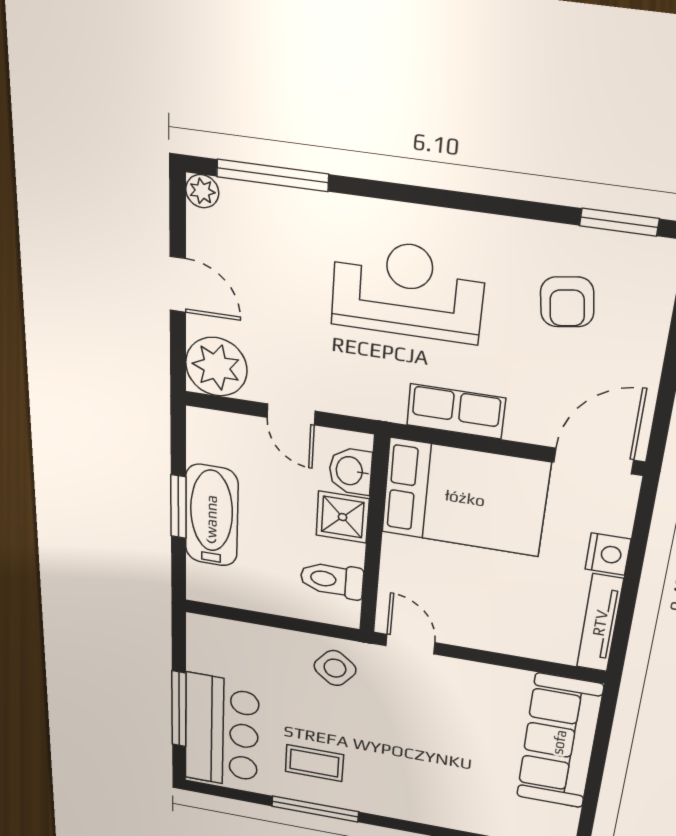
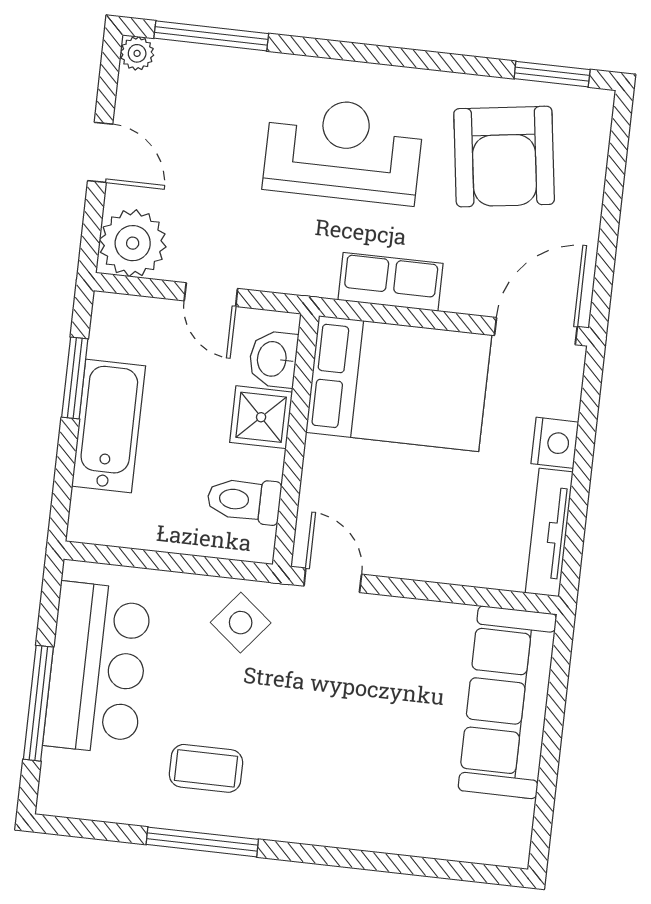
armchair: (567, 302) -> (504, 157), width x1.88, depth x1.88
window: (178, 507) -> (75, 378), moved
bar counter: (222, 732) -> (97, 668), moved

